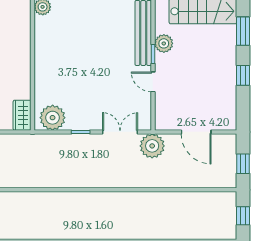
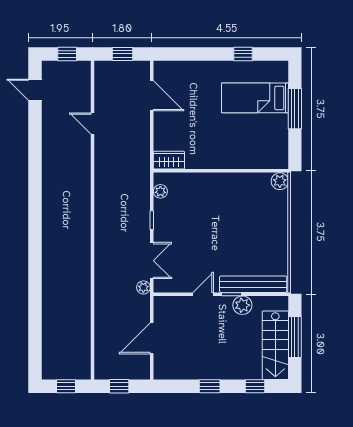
window: (243, 31) -> (255, 386), width x0.67
plant: (53, 118) -> (160, 191), width x0.53, depth x0.53
plant: (152, 146) -> (143, 287), width x0.53, depth x0.53

